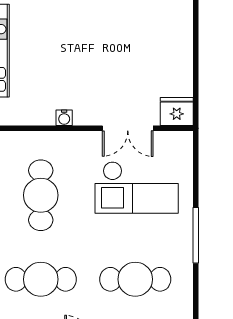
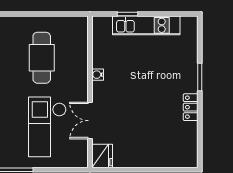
cafe table: (41, 195) -> (42, 58), turned 90

